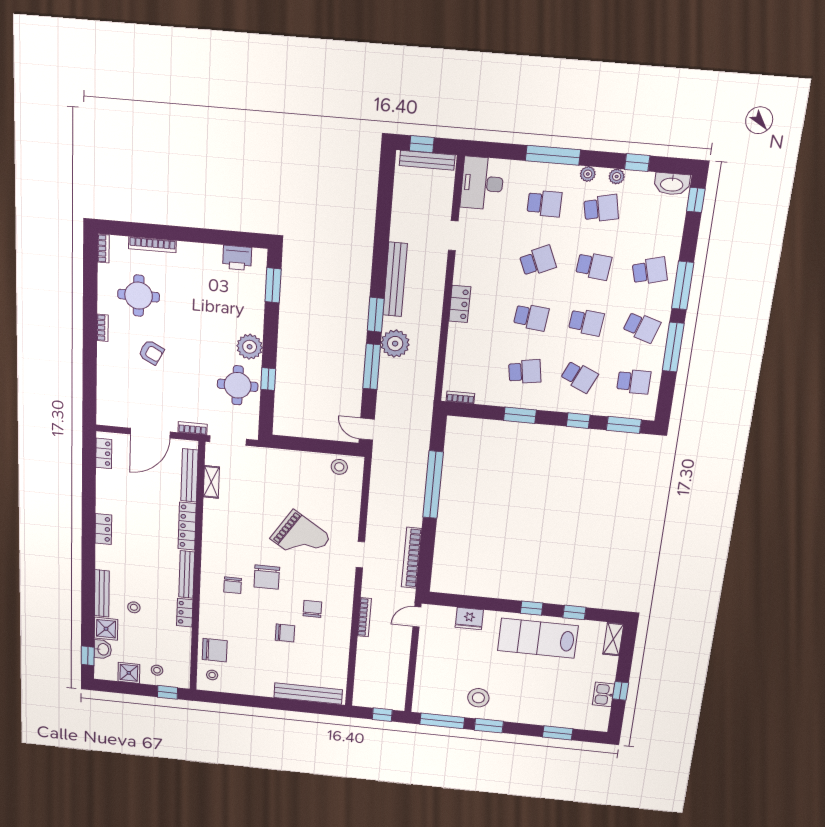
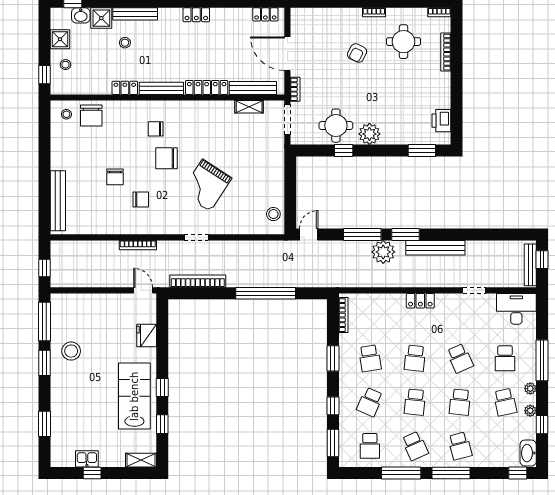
school desk: (642, 327) -> (415, 446), turned -42
bookcase: (460, 397) -> (343, 315), width x1.56

